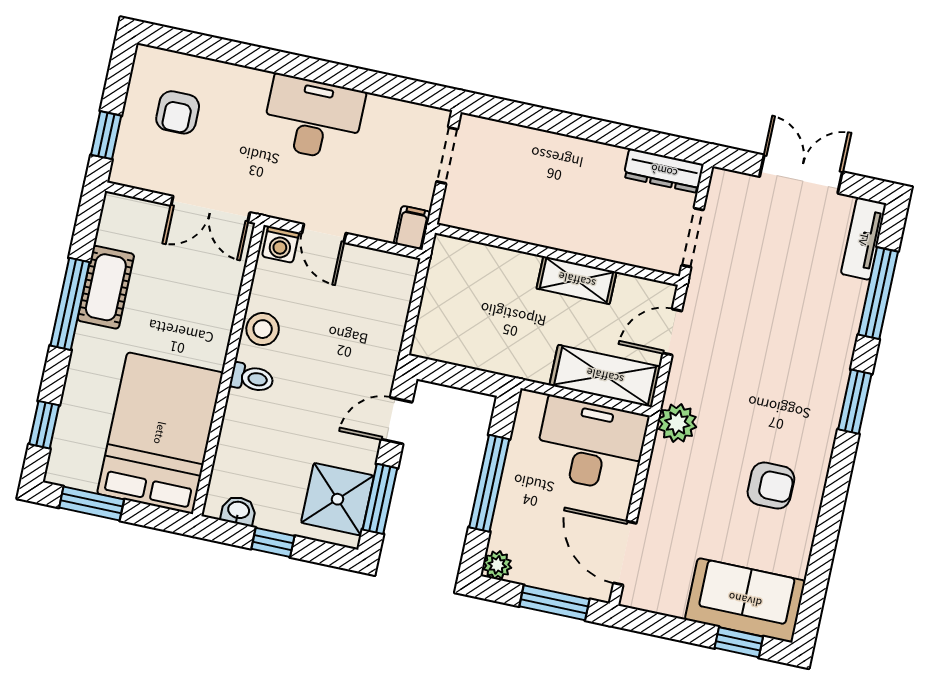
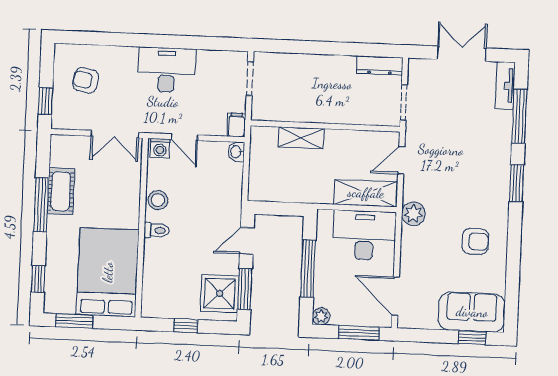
armchair: (178, 112) -> (86, 80), turned 102
shelving: (577, 280) -> (301, 138), moved
washbasin: (238, 511) -> (236, 152), moved, turned -90

